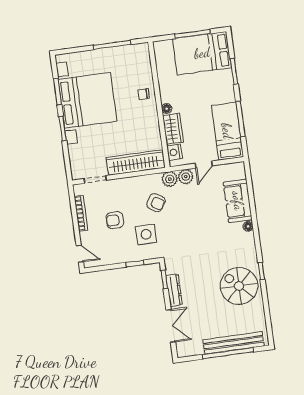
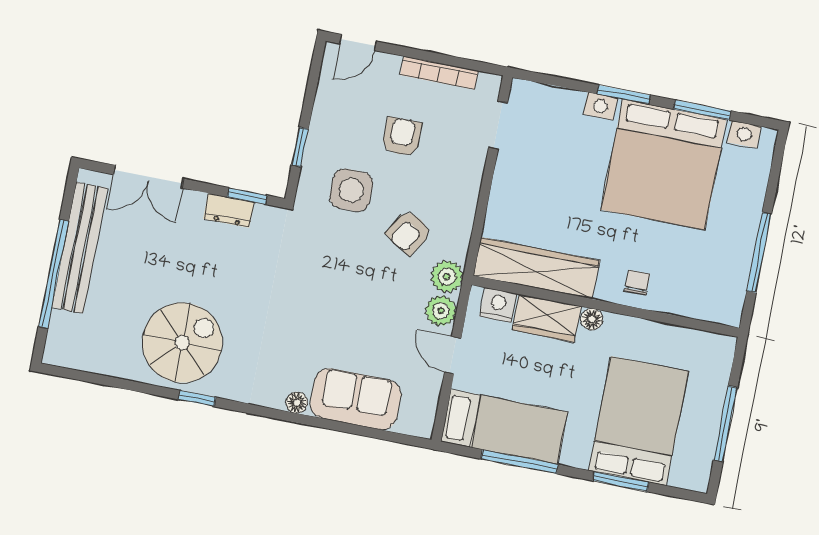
bed: (202, 53) -> (639, 421), moved
wardrobe: (135, 163) -> (536, 268), moved, turned -90
dresser: (174, 290) -> (229, 210), width x0.70
bench: (234, 343) -> (80, 248), moved

